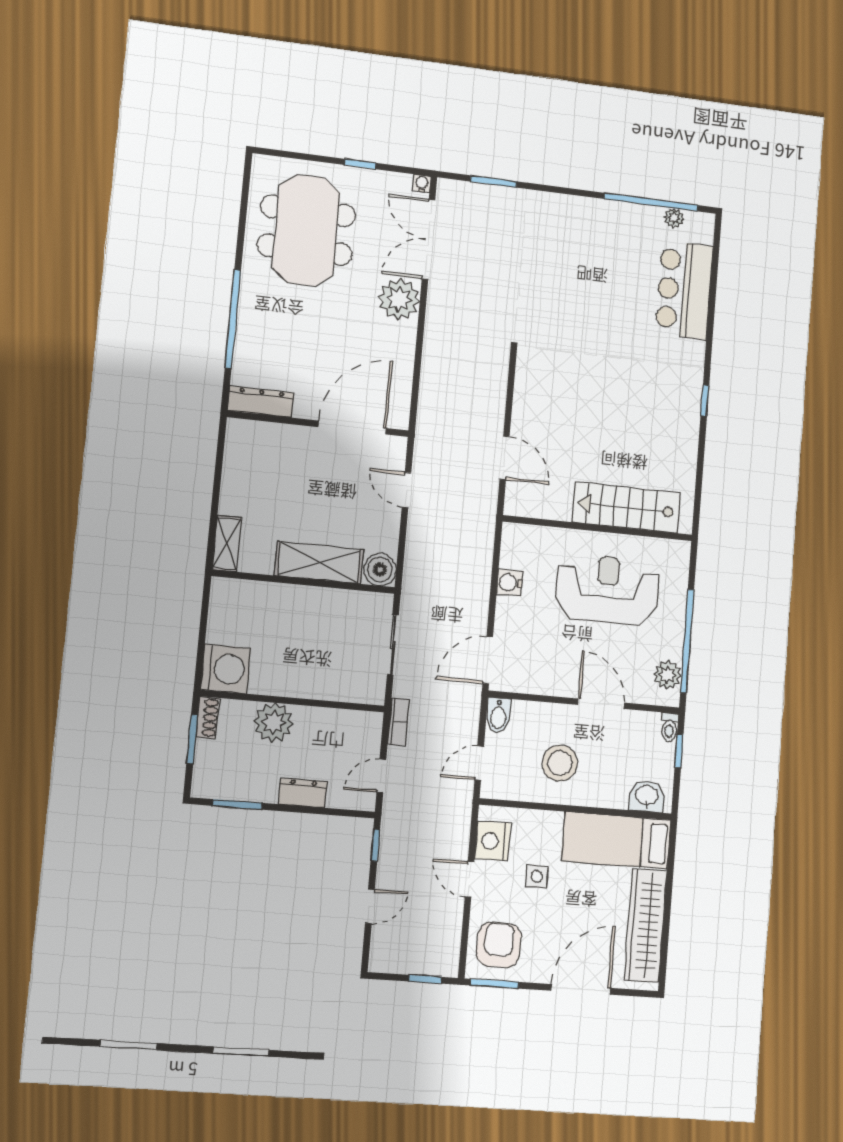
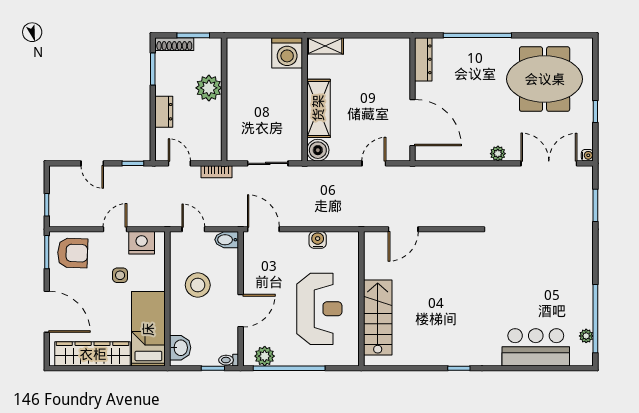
plant: (399, 299) -> (498, 154), width x0.53, depth x0.53
washing machine: (226, 669) -> (287, 53), moved
shoe rack: (208, 718) -> (174, 44), moved, width x1.43

